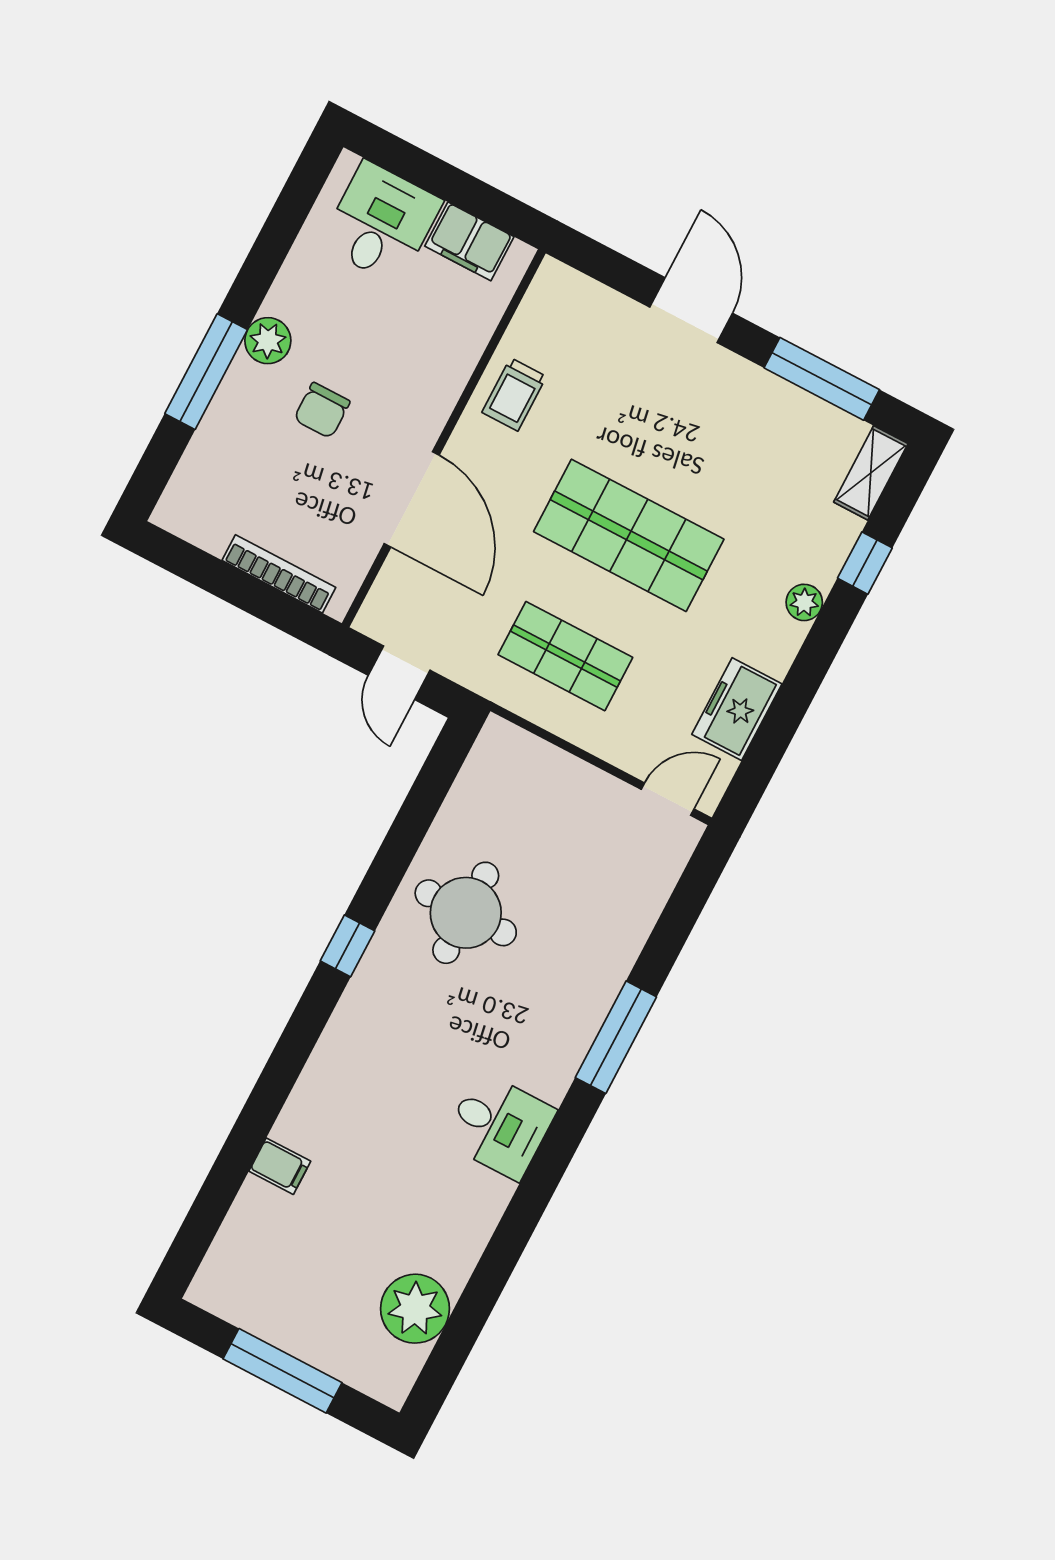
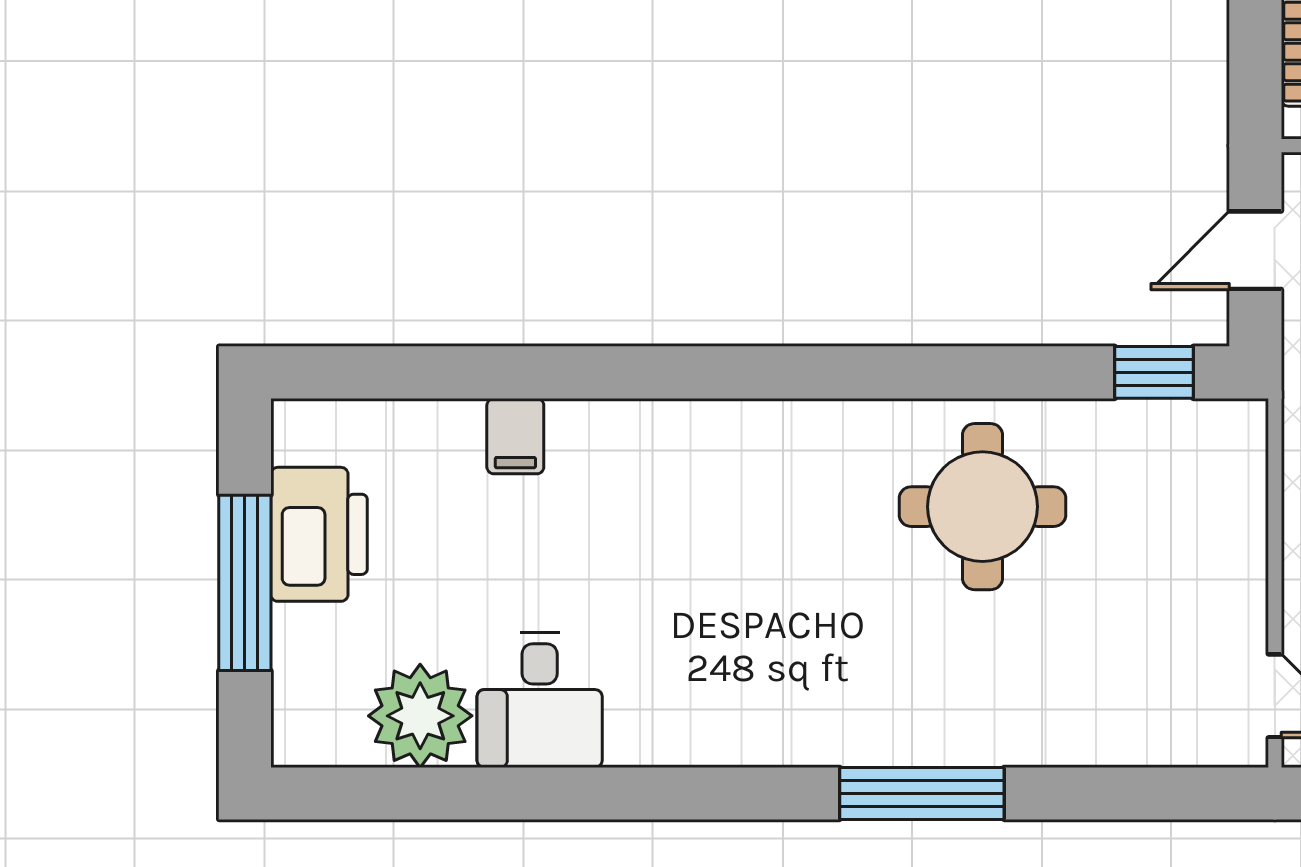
window: (348, 946) -> (1154, 372), moved
desk: (499, 1126) -> (540, 700), moved
printer: (277, 1312) -> (319, 534), added

